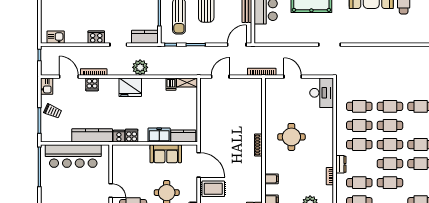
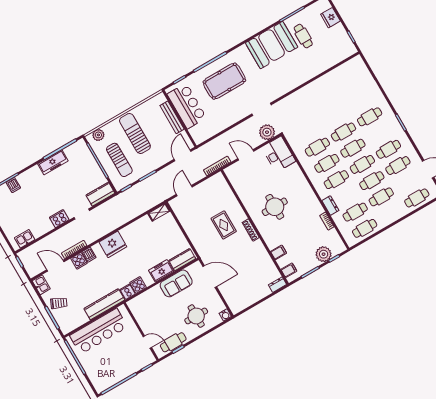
plant: (140, 67) -> (267, 132), moved
dishwasher: (171, 84) -> (89, 255), moved
rug: (213, 189) -> (224, 225), moved, turned 90

